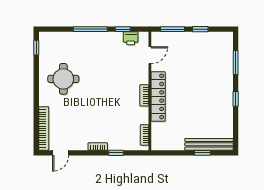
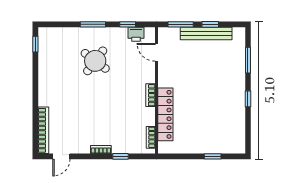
window: (90, 29) -> (93, 24), width x0.69
door: (150, 55) -> (156, 52), swing flipped
round table: (63, 79) -> (95, 61), moved, turned 37
locker: (158, 96) -> (165, 114), moved
bench: (209, 144) -> (206, 34), moved

